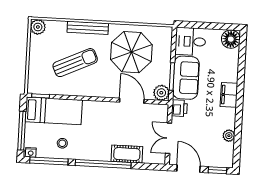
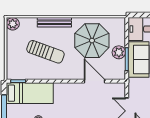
sun lounger: (75, 63) -> (45, 52), turned 45
plant: (161, 93) -> (119, 52), moved
printer: (179, 108) -> (134, 85), removed

